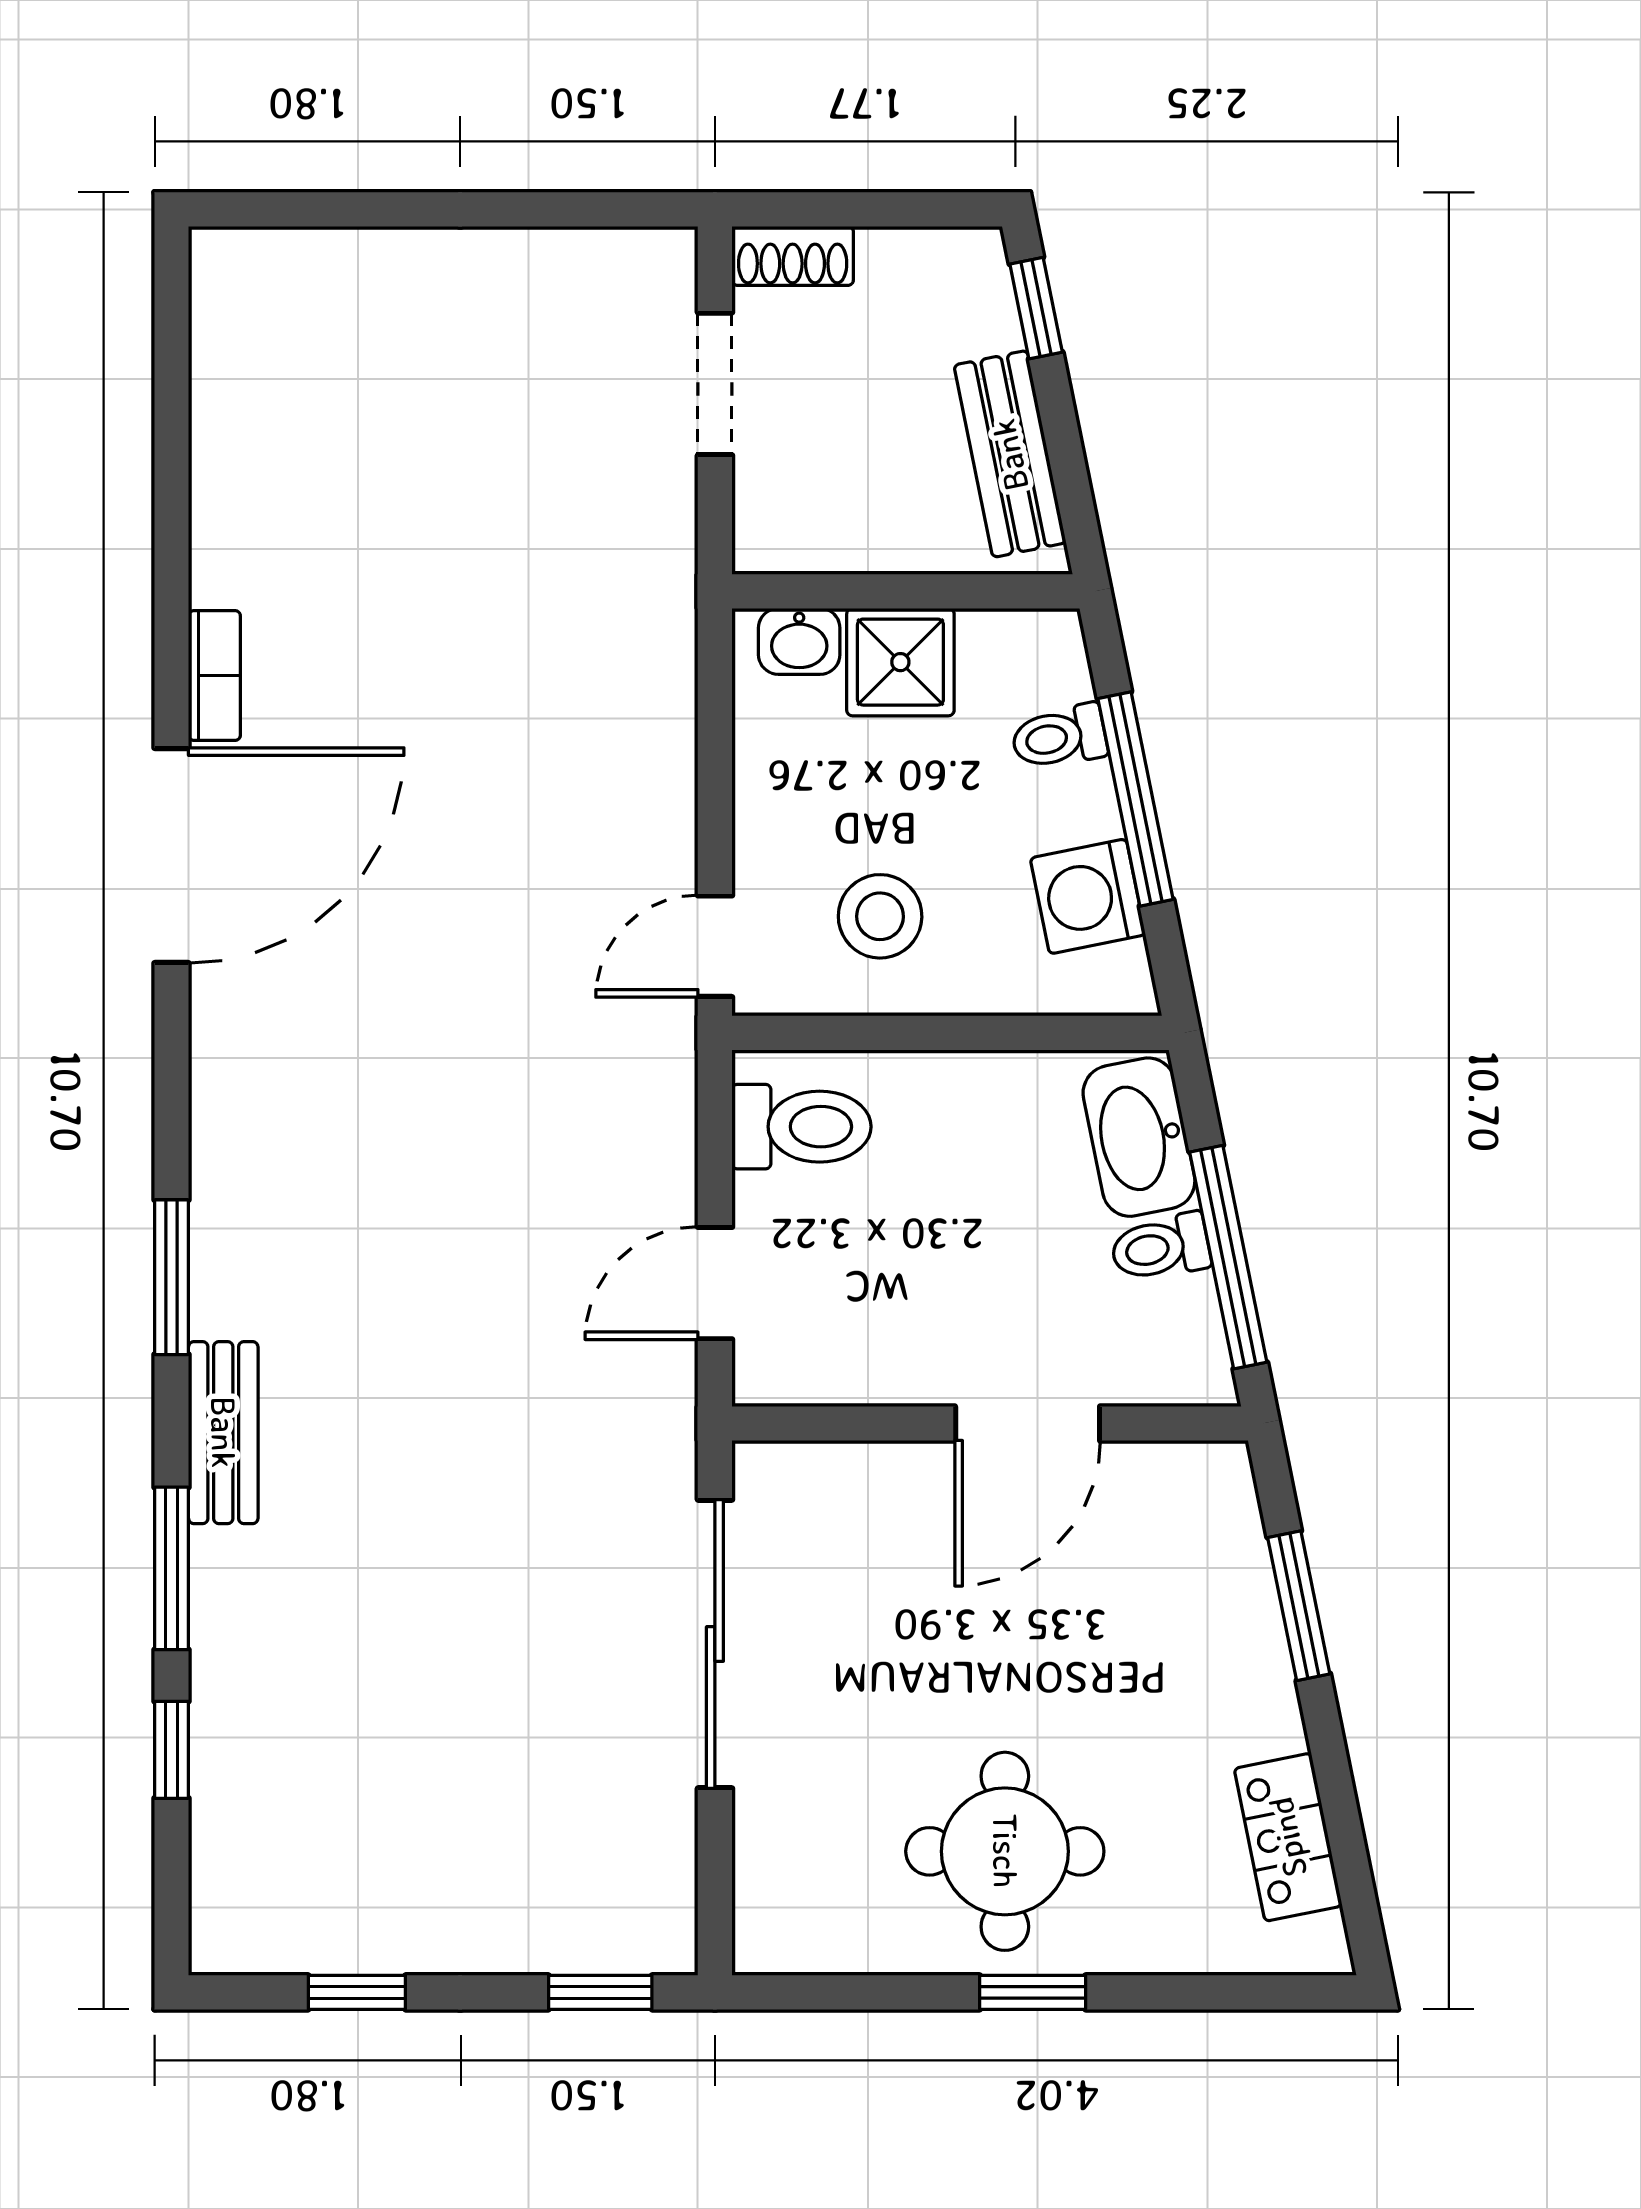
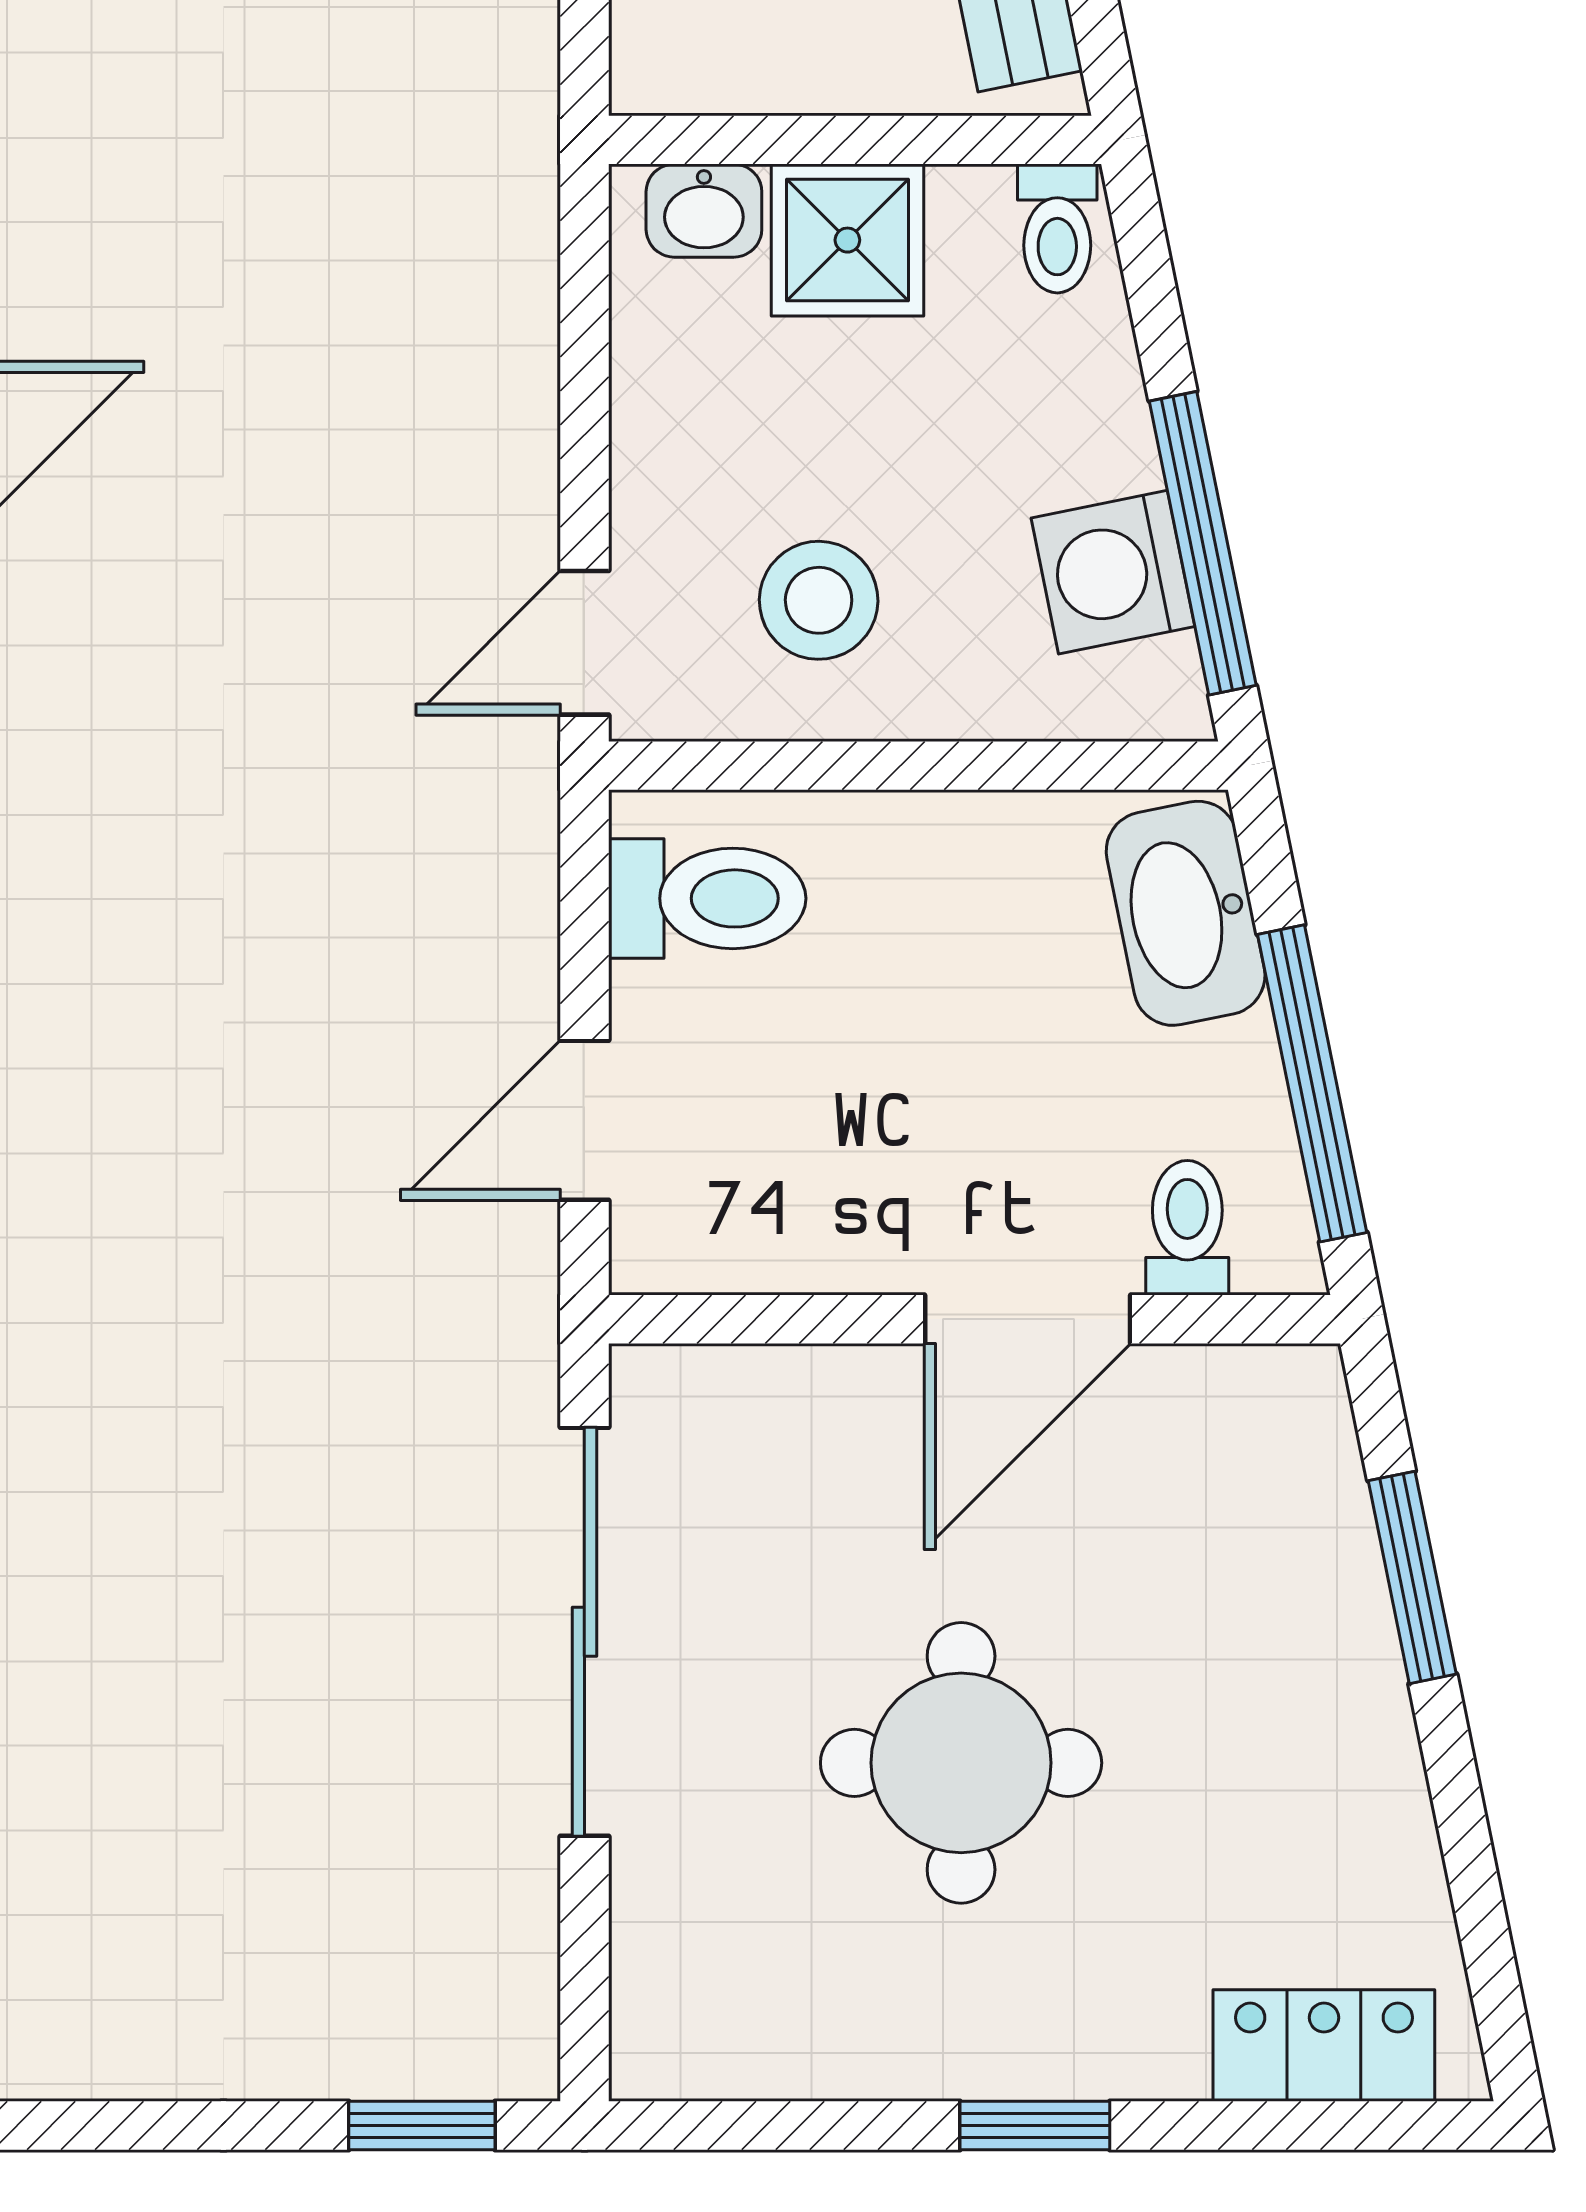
toilet: (1059, 737) -> (1057, 228), moved, turned -79
window: (1135, 799) -> (1203, 543), moved
toilet: (1160, 1247) -> (1187, 1228), moved, turned 101
locker: (1288, 1837) -> (1324, 2046), moved, turned 101
round table: (1005, 1851) -> (961, 1763), moved
window: (357, 1992) -> (77, 2126), removed

